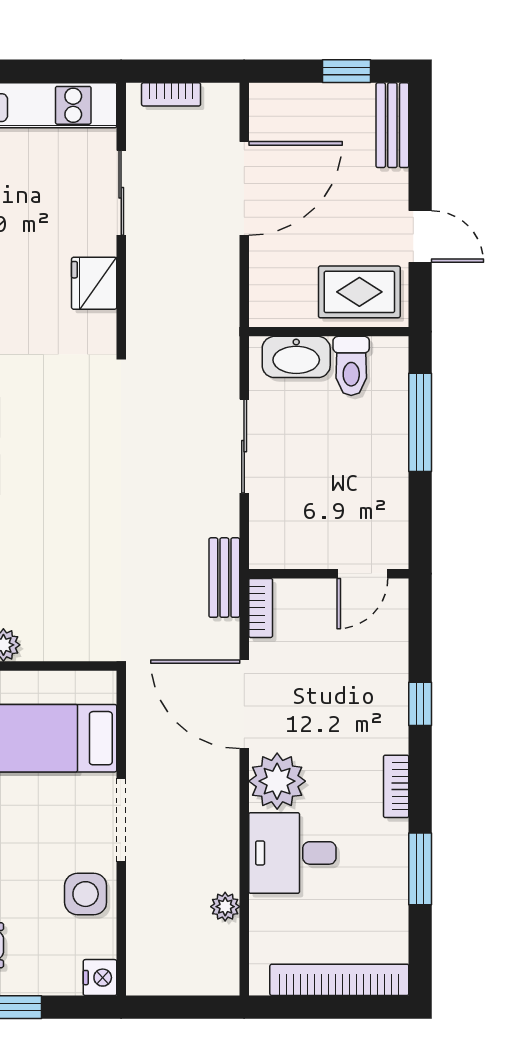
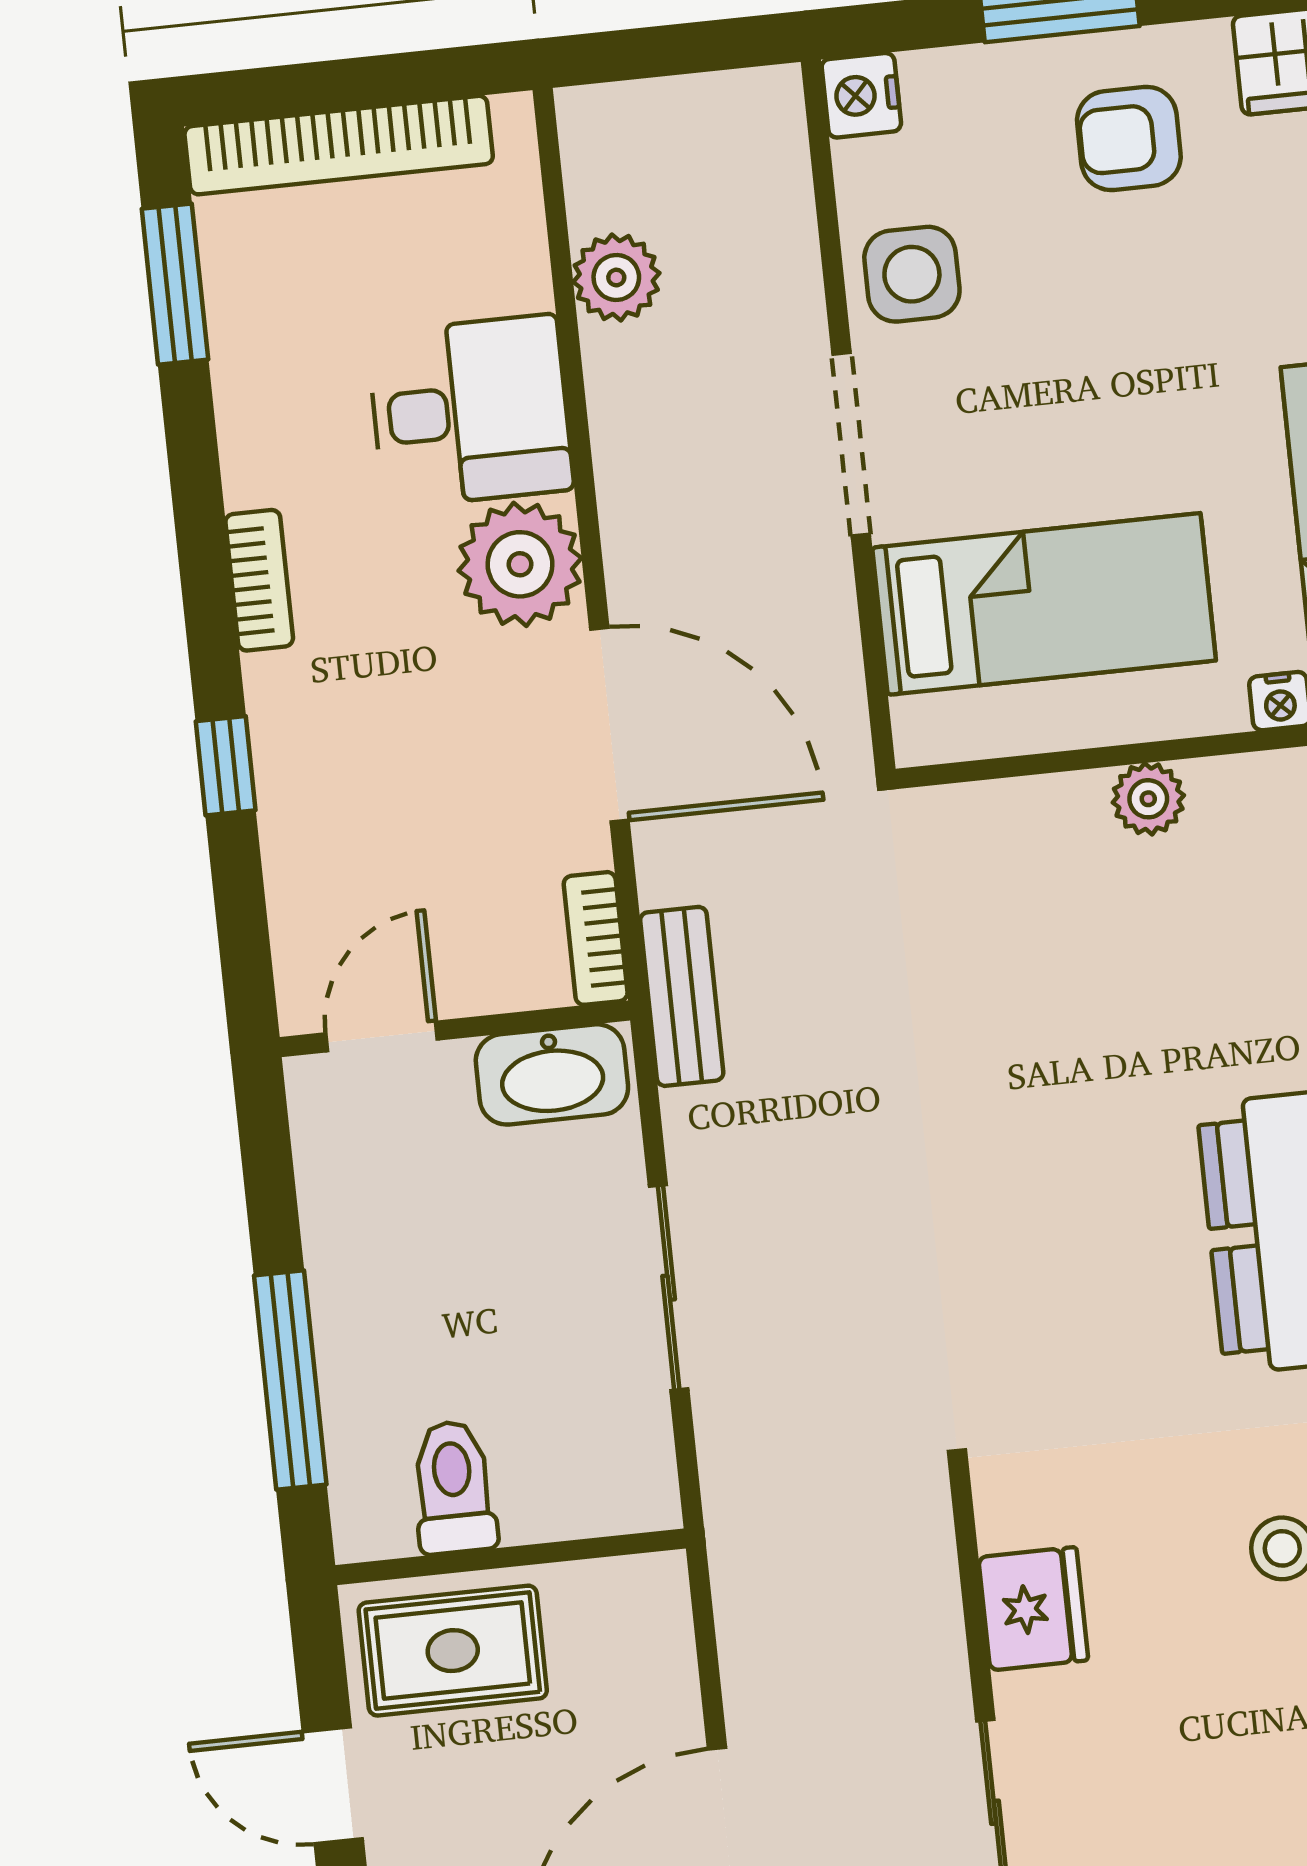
washbasin: (296, 357) -> (552, 1074), moved, turned 180
window: (420, 869) -> (175, 284), moved
plant: (225, 907) -> (616, 277), width x1.38, depth x1.38

